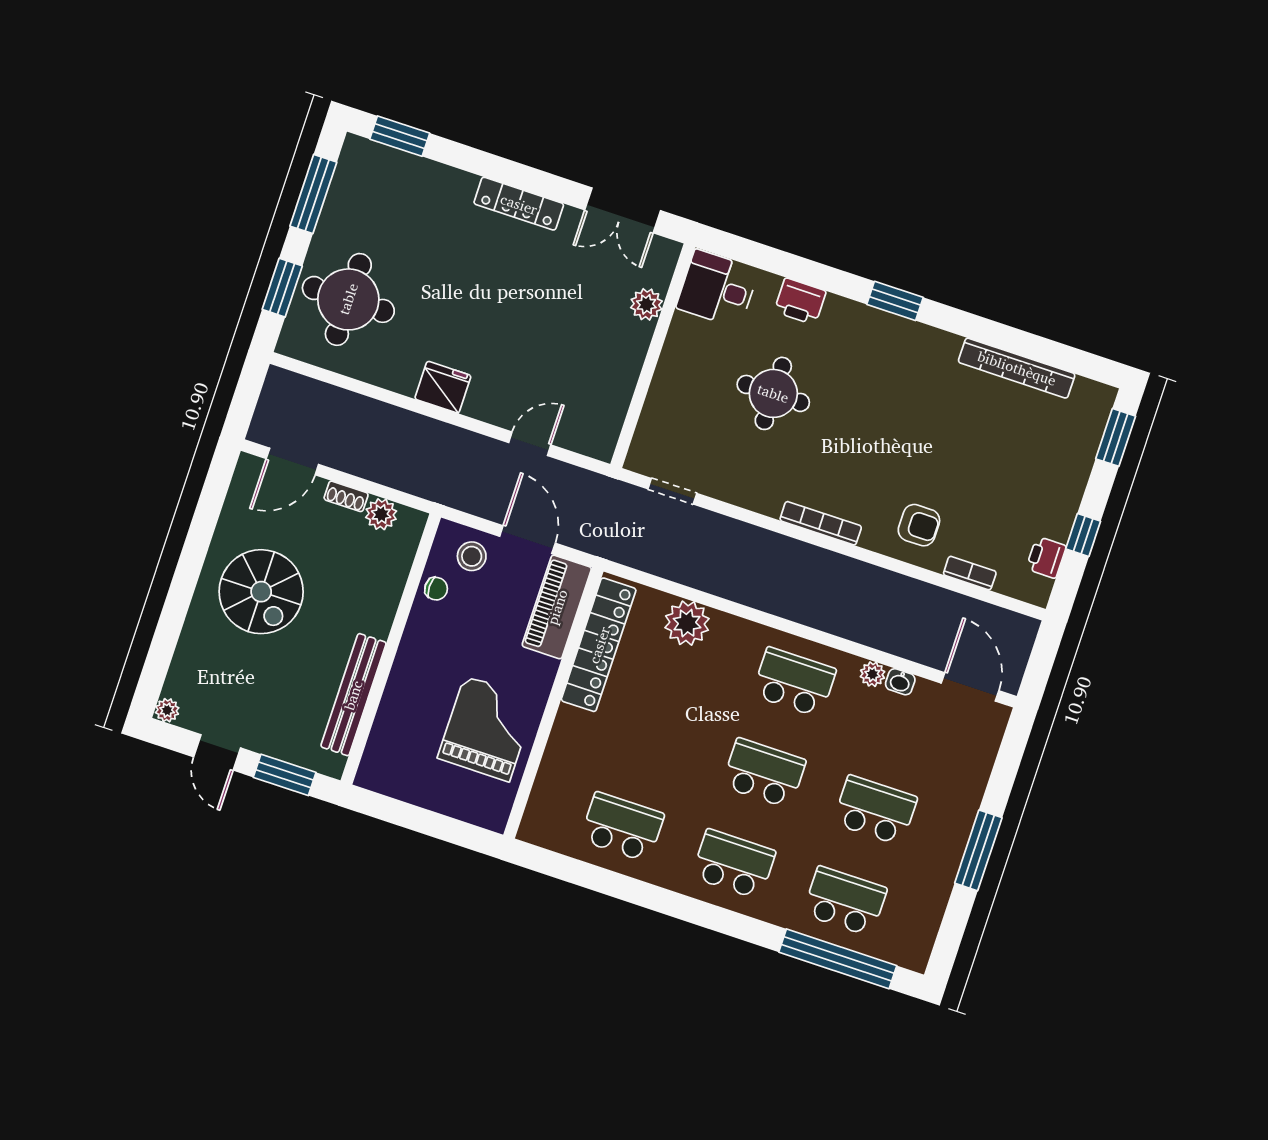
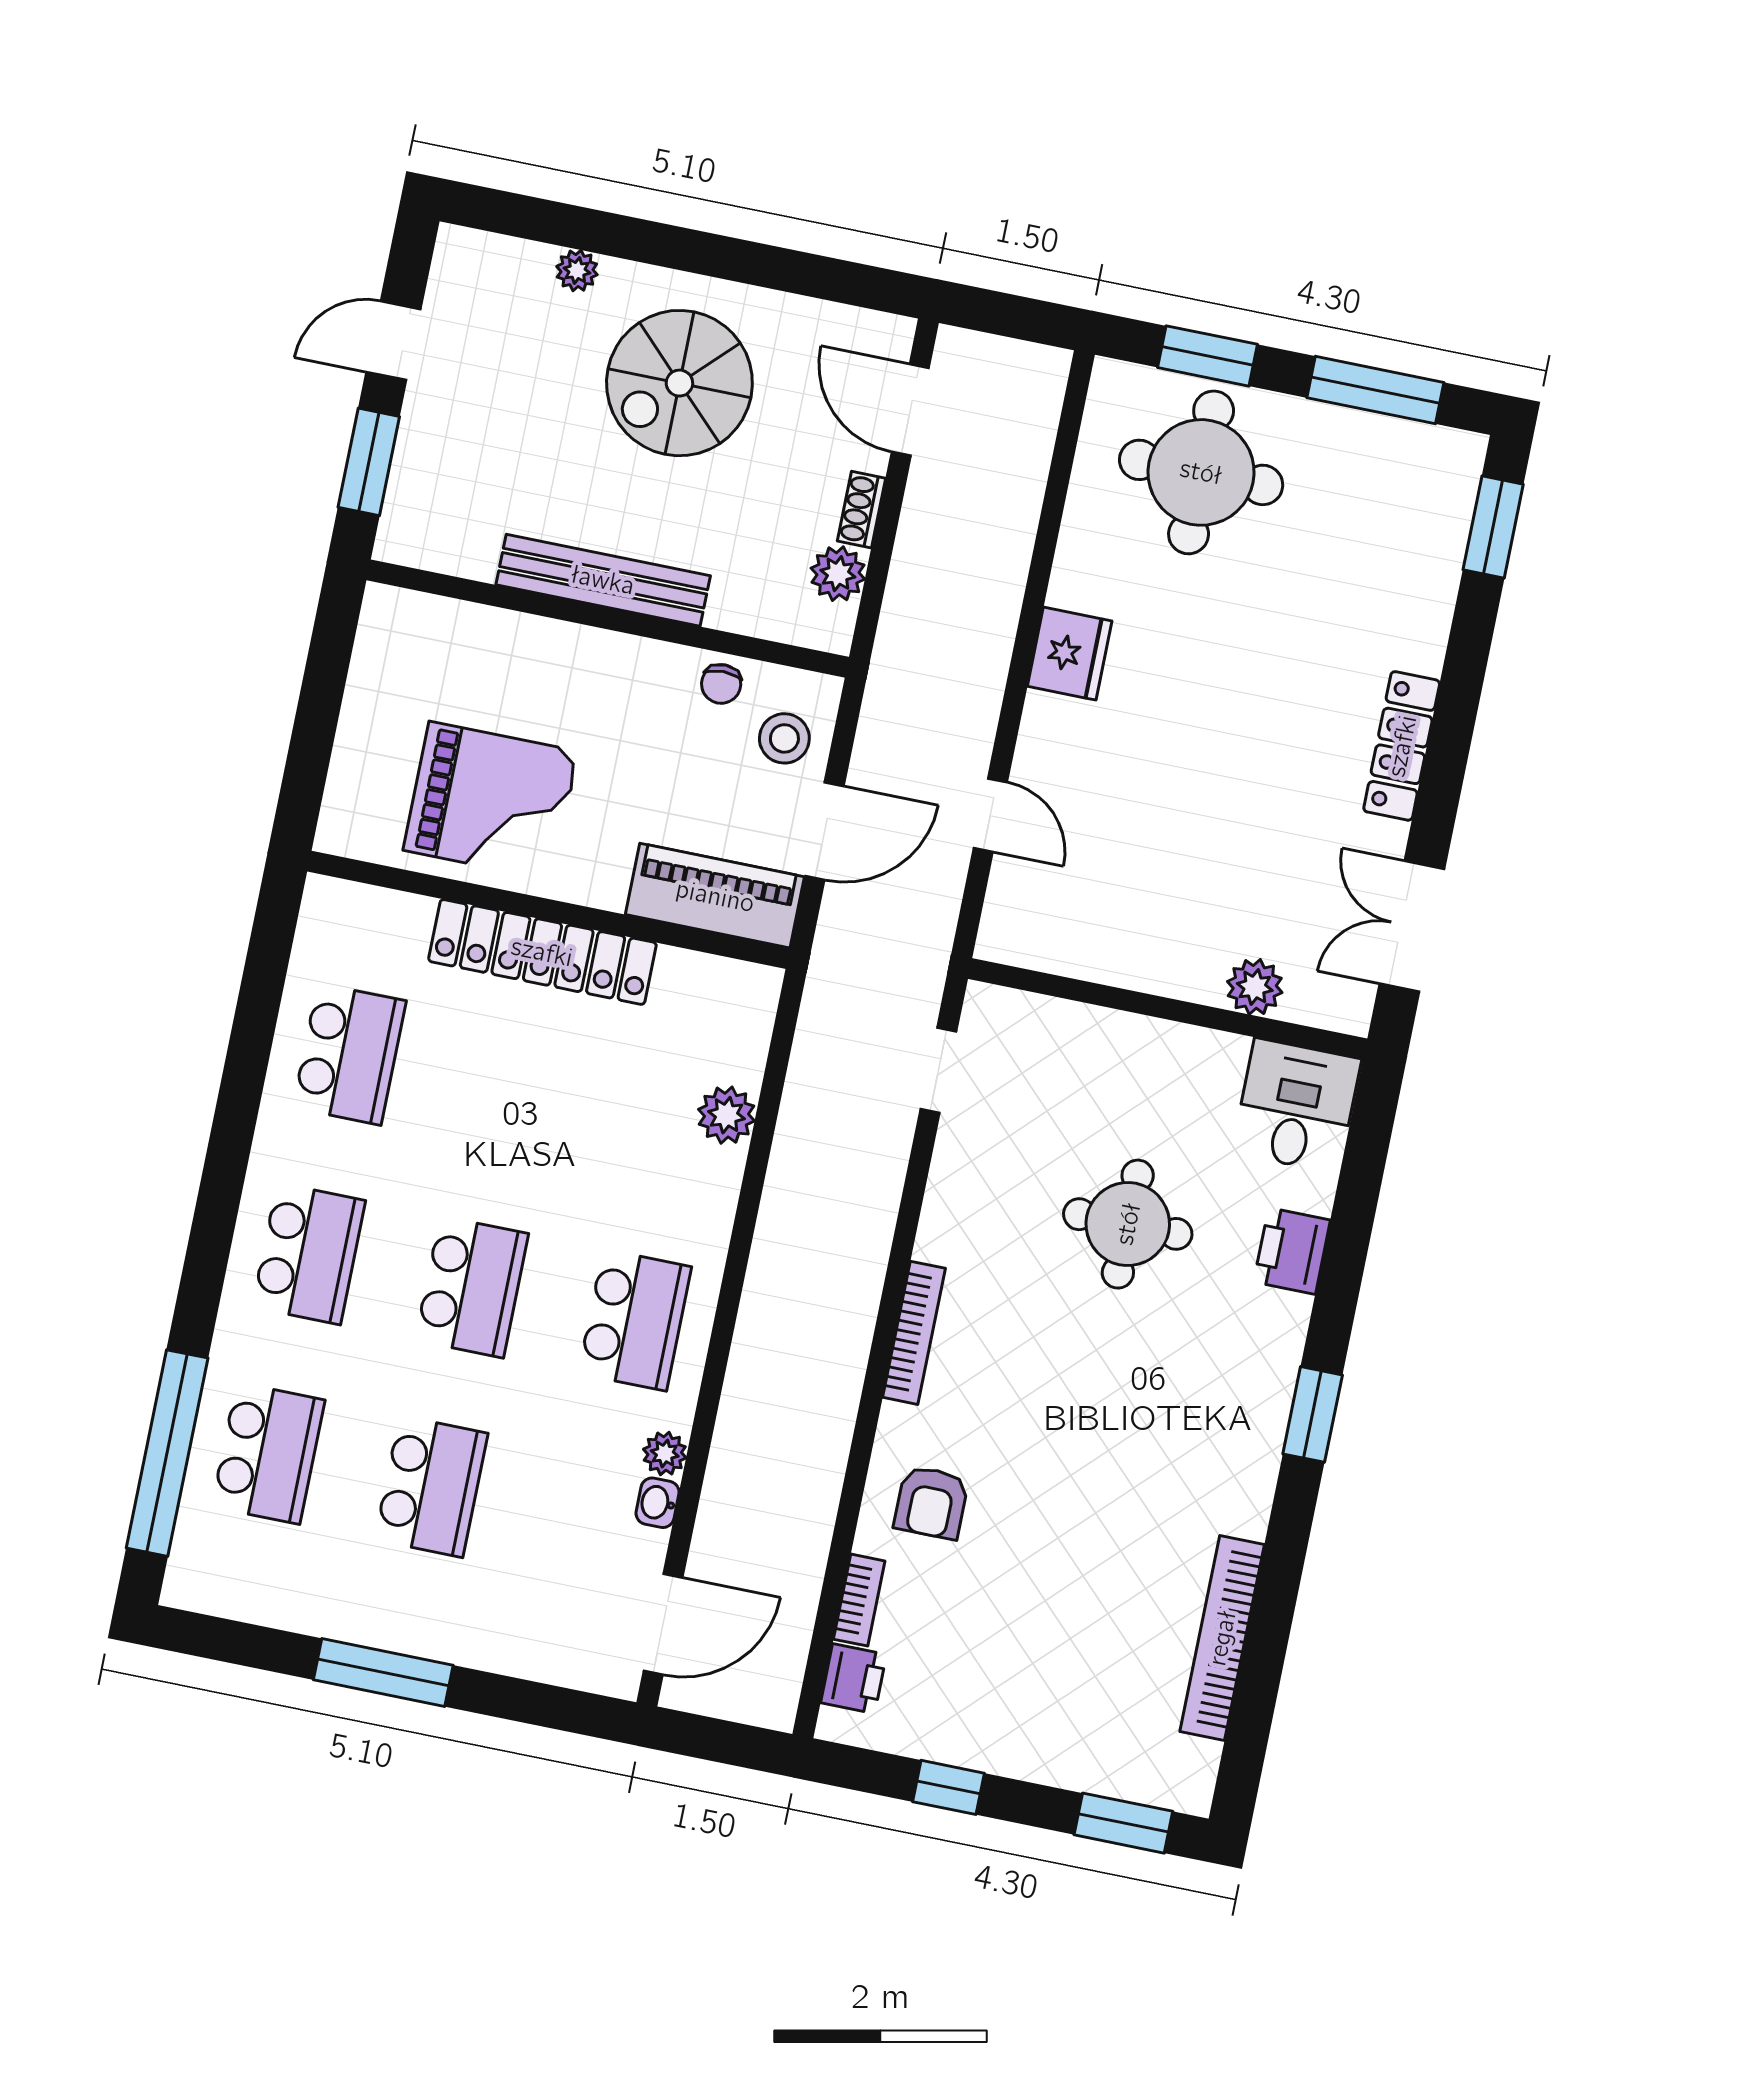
printer: (1046, 557) -> (854, 1679), moved, turned 90
plant: (687, 623) -> (727, 1115), width x0.73, depth x0.73
locker: (599, 645) -> (542, 952), moved
bench: (353, 695) -> (603, 580), moved
plant: (167, 710) -> (577, 271), moved

